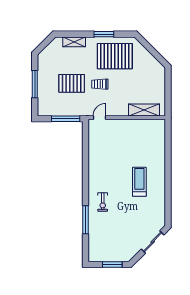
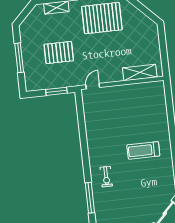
trolley: (100, 84) -> (89, 50), removed
window: (66, 119) -> (56, 91), width x0.69
treadmill: (139, 182) -> (143, 150), turned -90

